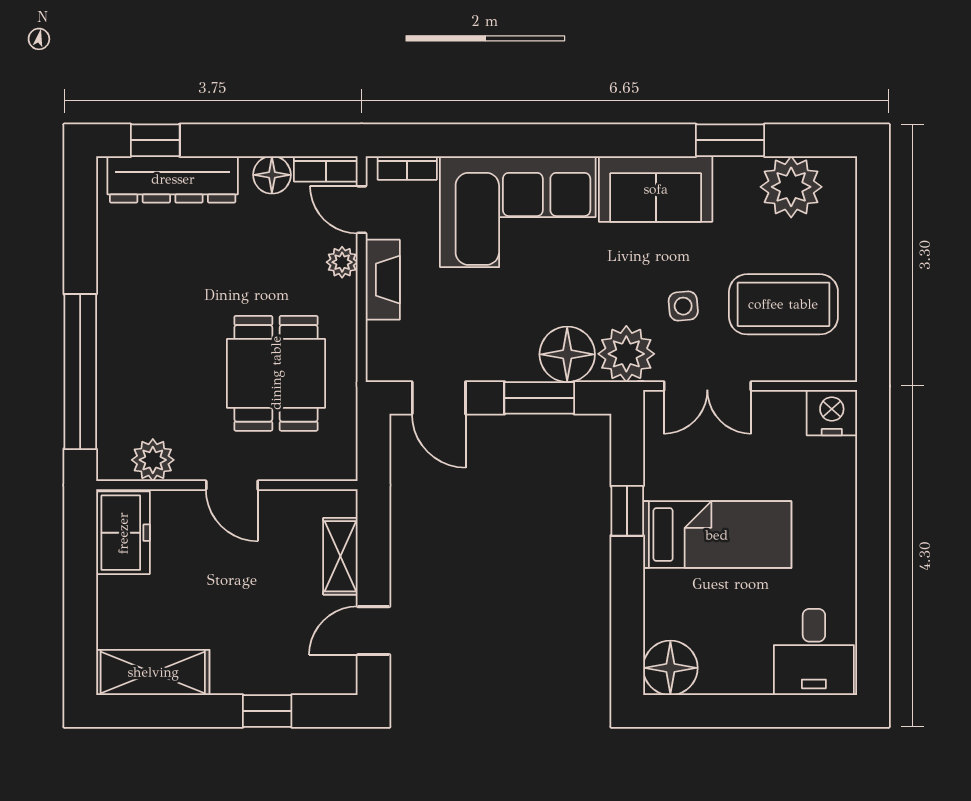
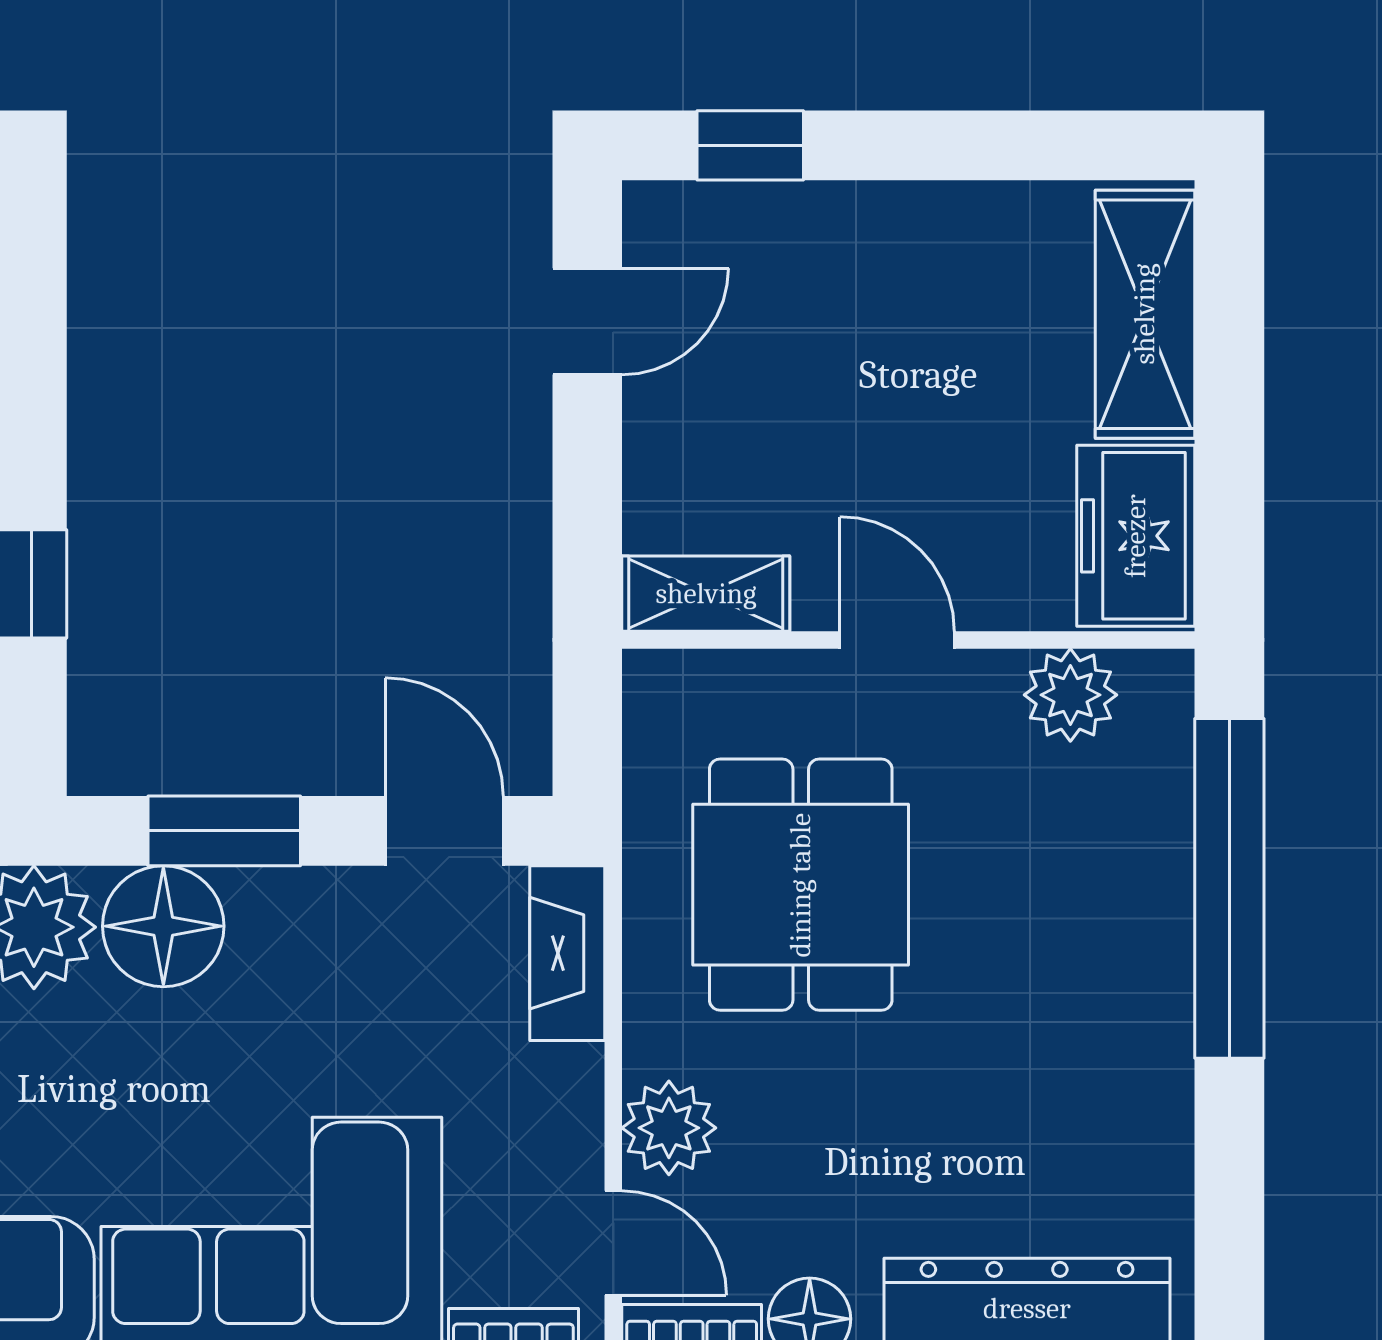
plant: (342, 262) -> (669, 1128), width x1.38, depth x1.38
fireplace: (383, 280) -> (567, 953), moved
shelving: (340, 556) -> (706, 594), moved, turned 90
shelving: (153, 672) -> (1145, 314), moved, turned 90
window: (267, 711) -> (750, 145), moved

